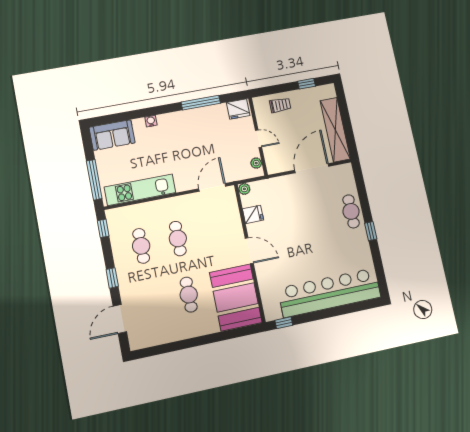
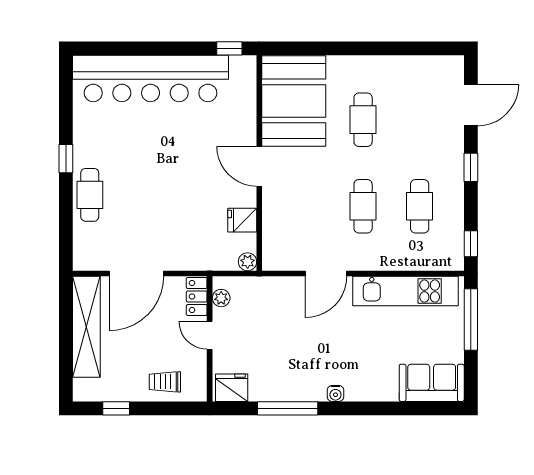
water cooler: (151, 121) -> (335, 393), moved
locker: (272, 161) -> (197, 296), added
door: (212, 187) -> (326, 273), moved

